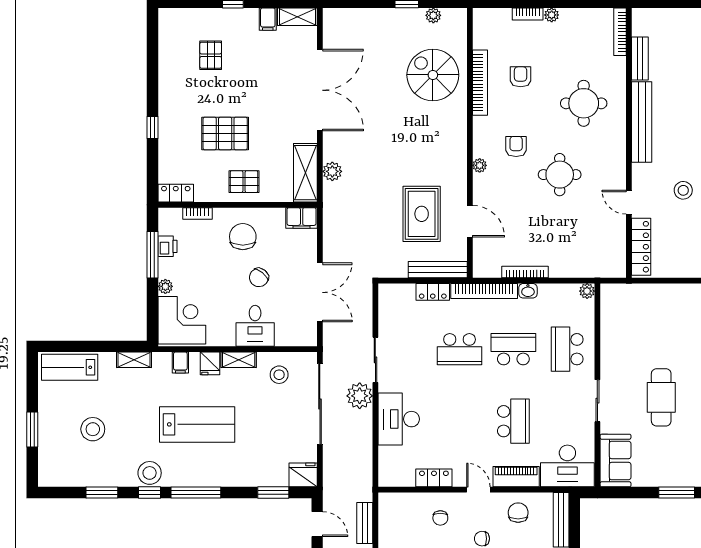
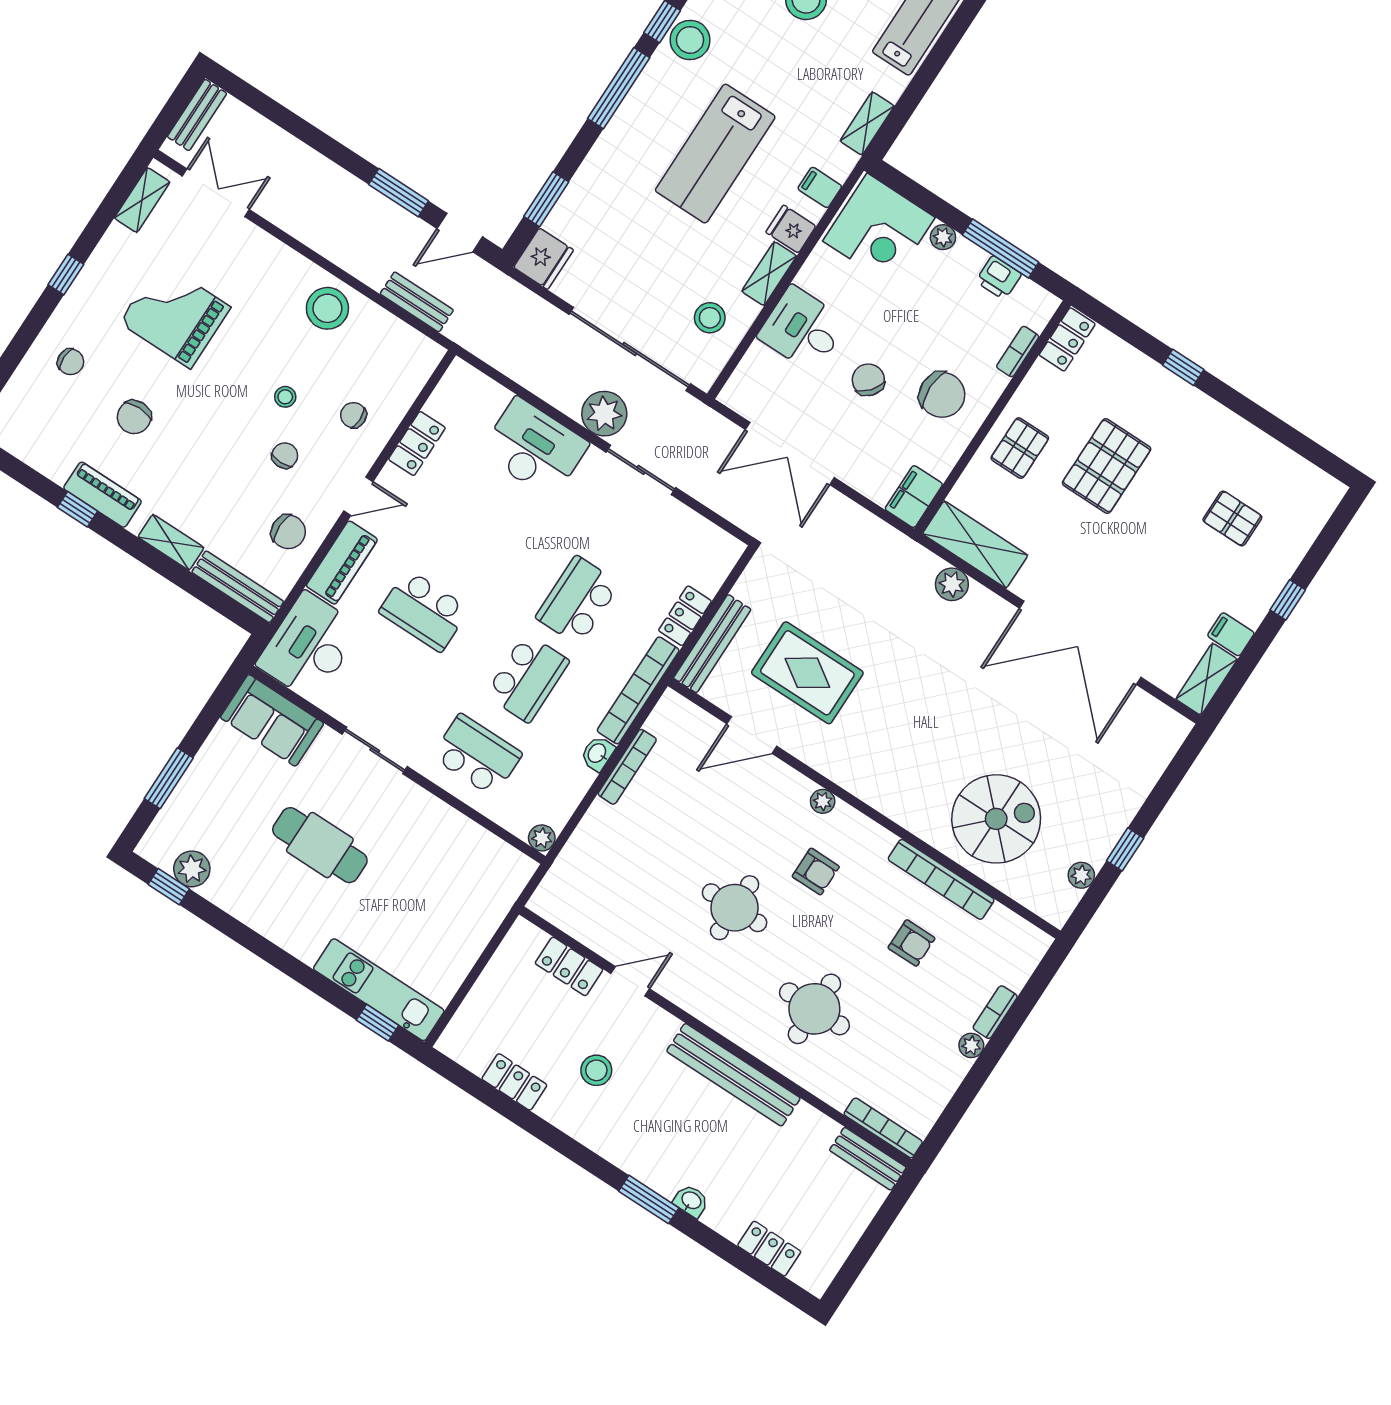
bench: (640, 58) -> (868, 1159), moved
locker: (641, 247) -> (569, 966), width x0.66

